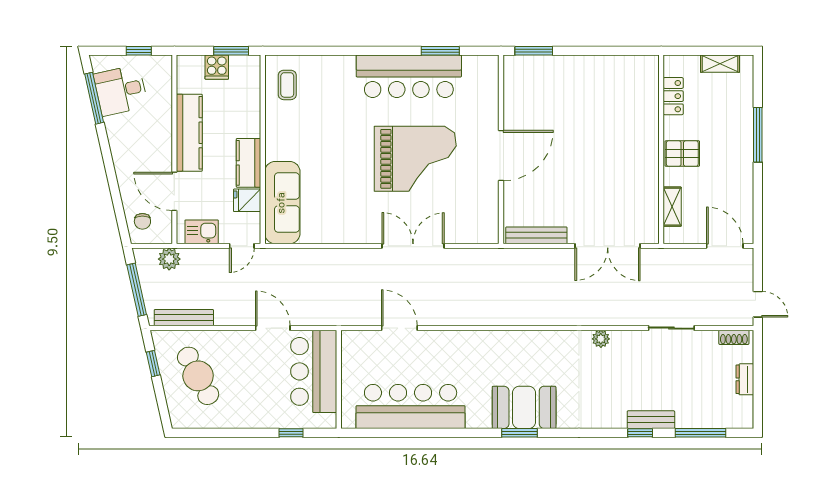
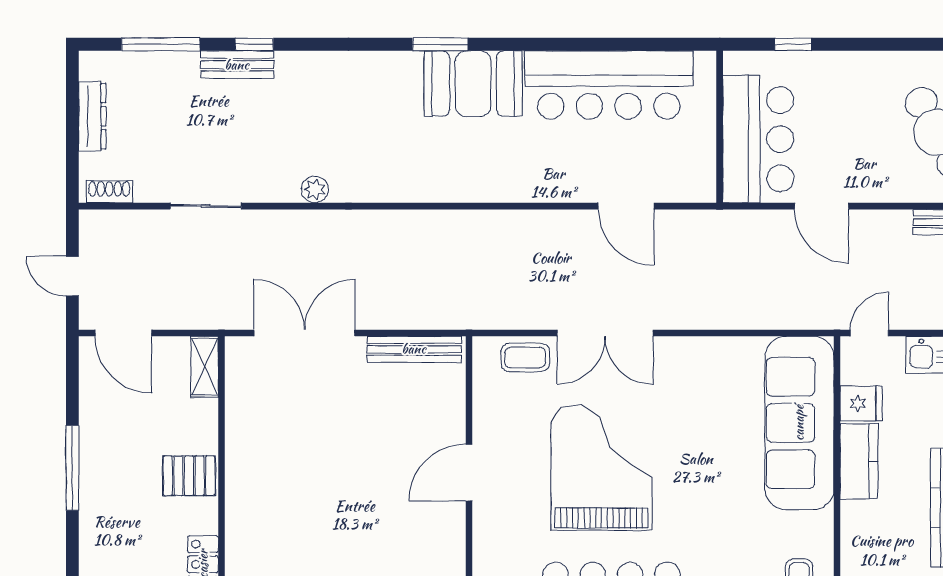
window: (758, 135) -> (72, 468), moved
door: (501, 156) -> (469, 473), width x0.73
grand piano: (415, 159) -> (601, 468), turned 90
sofa: (282, 203) -> (799, 423), width x1.36, depth x1.27
shelving: (672, 207) -> (205, 367), moved
coffee table: (465, 230) -> (525, 358), added
door: (758, 304) -> (72, 276), moved
dresser: (745, 379) -> (92, 116), width x1.44
booth: (524, 407) -> (473, 84), moved

